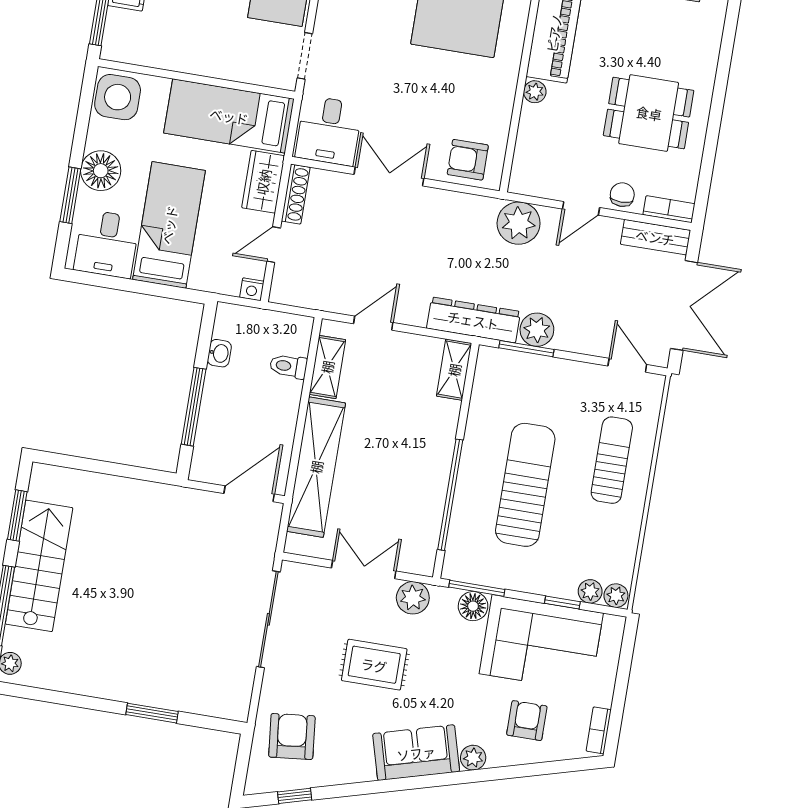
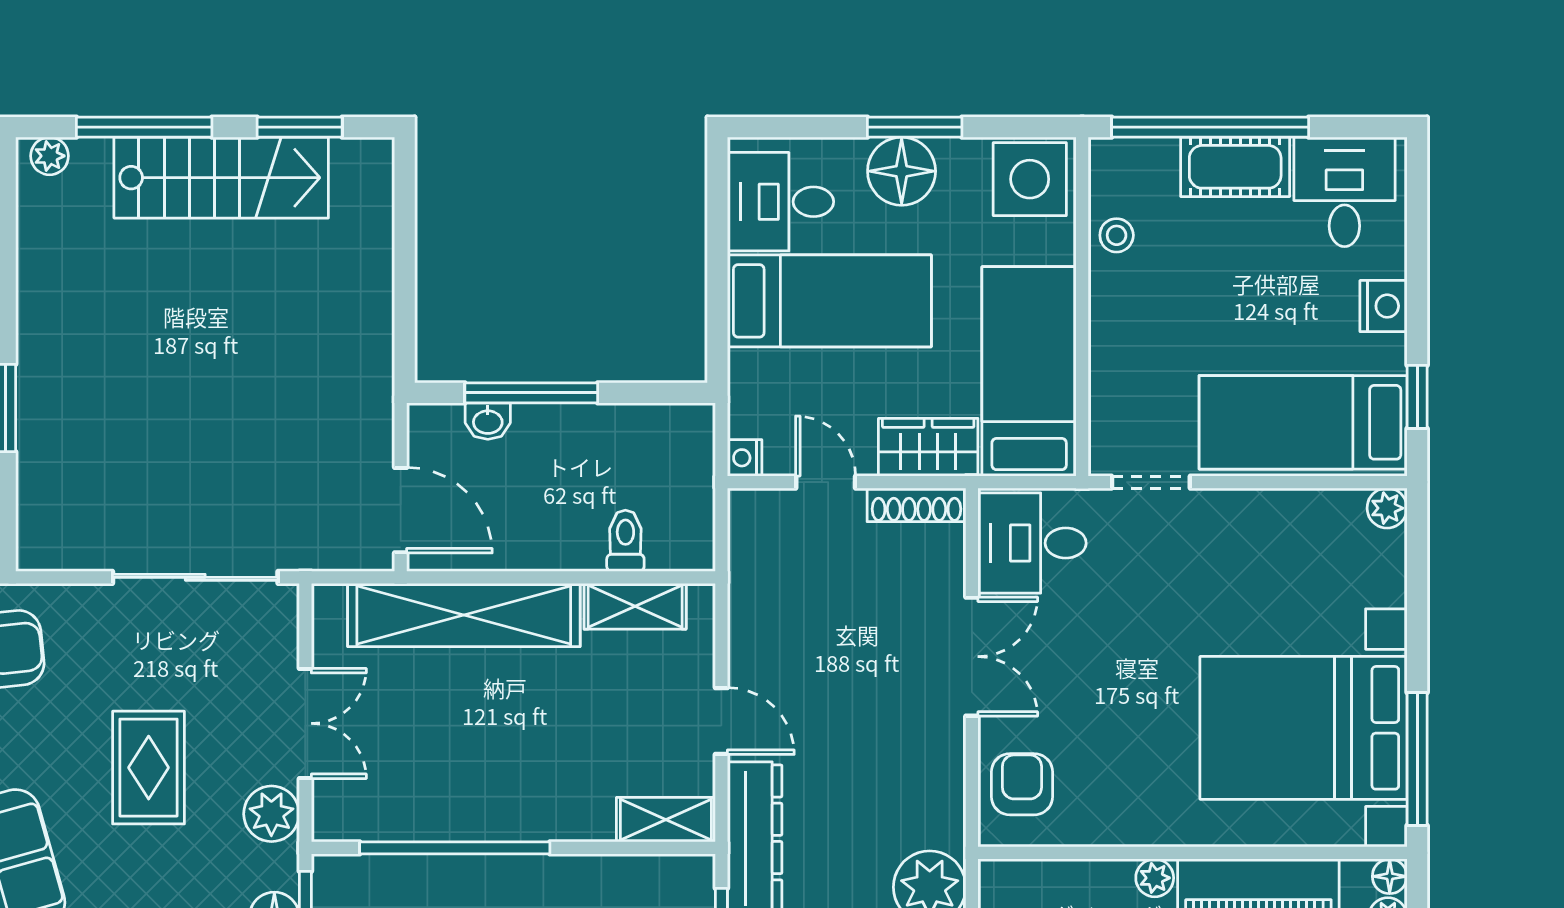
stool: (158, 52) -> (1117, 235), added
window: (70, 195) -> (915, 127), moved
door: (373, 323) -> (721, 721), moved
washbasin: (219, 353) -> (488, 421), moved

